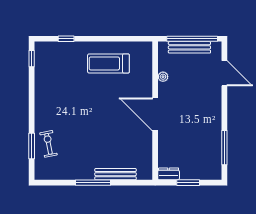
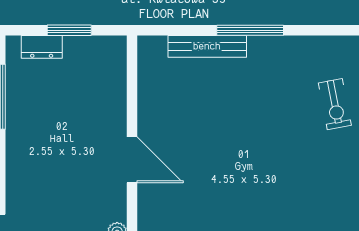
door: (155, 114) -> (132, 160), width x0.73
dresser: (169, 174) -> (42, 47), moved

